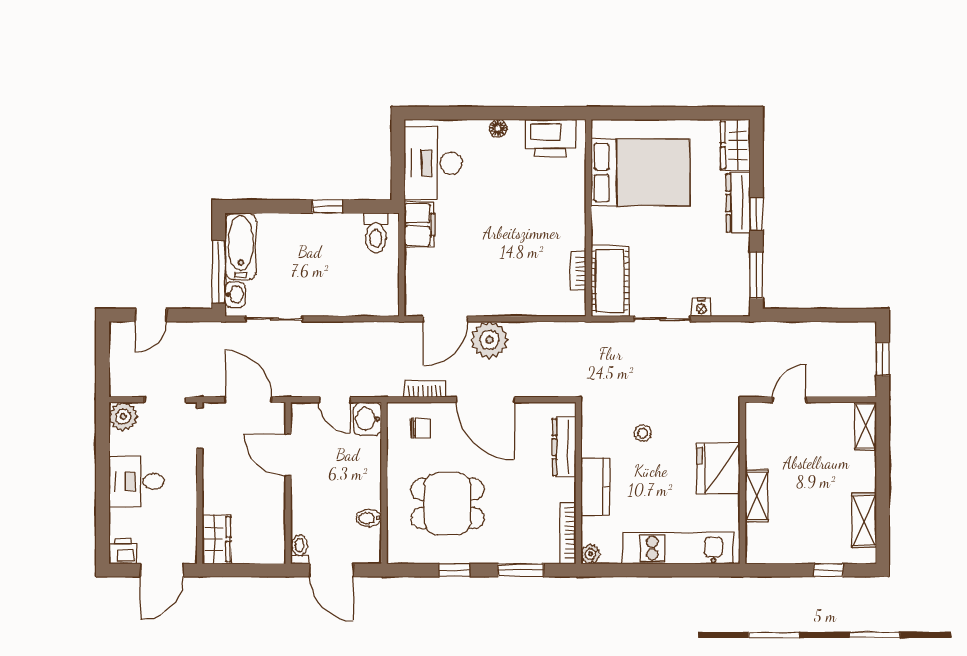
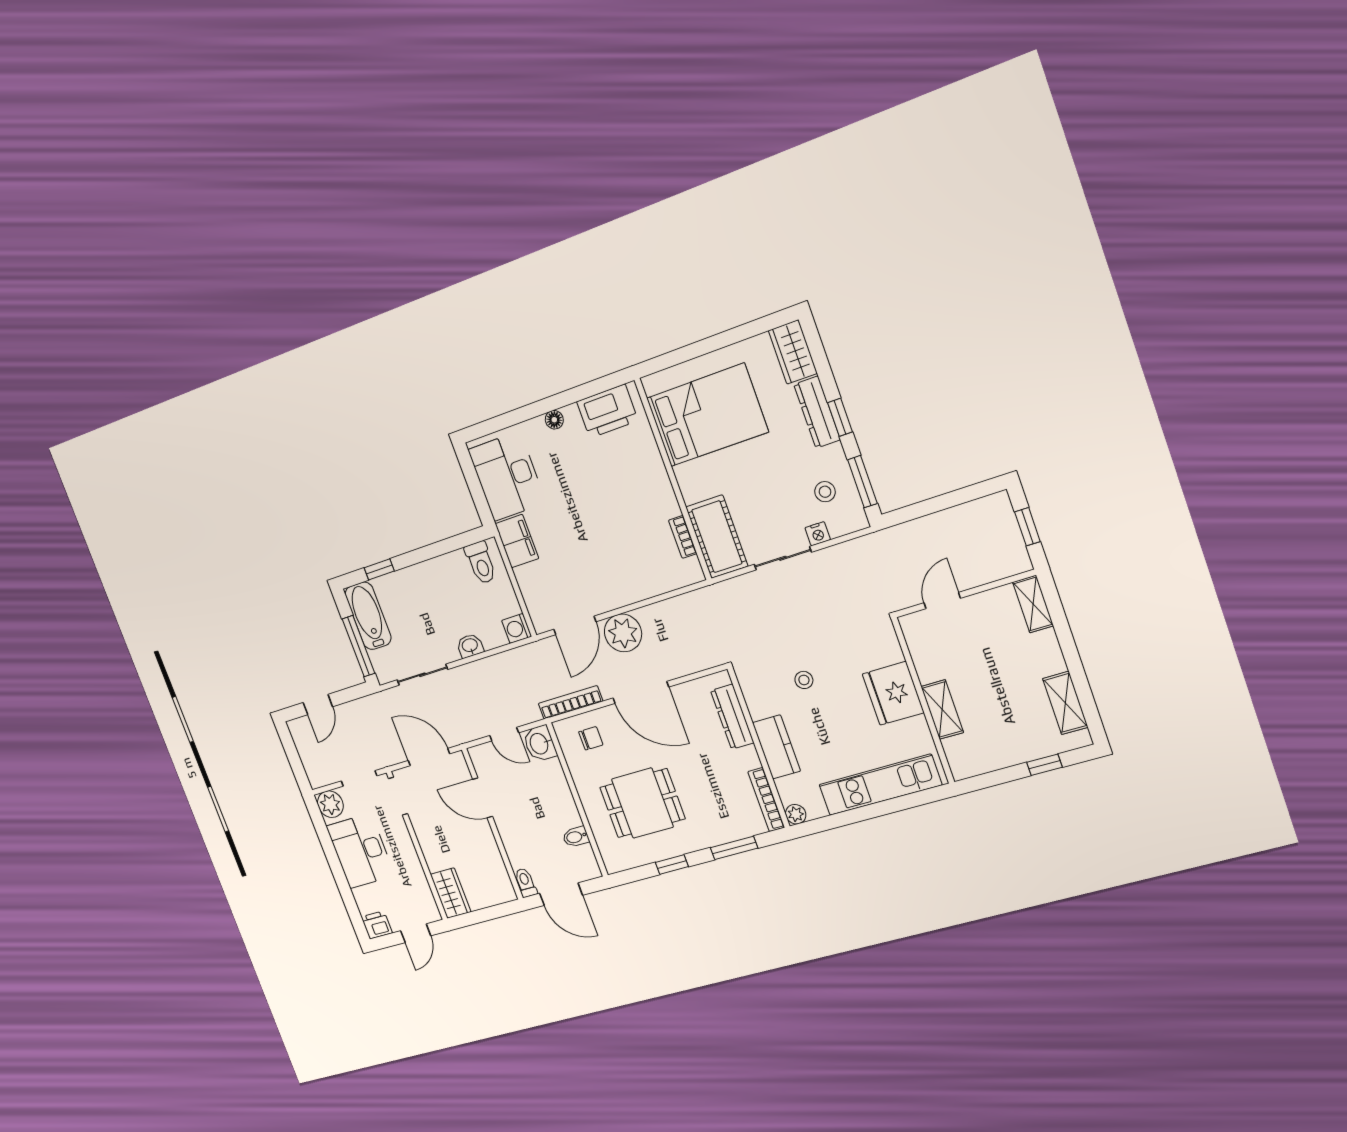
window: (327, 207) -> (379, 569), moved
stool: (721, 273) -> (825, 492), added
washbasin: (235, 294) -> (470, 646), moved, turned -90
washing machine: (387, 304) -> (517, 628), added
bookcase: (425, 389) -> (570, 702), width x1.56
desk: (136, 481) -> (360, 851), width x1.37
door: (162, 570) -> (416, 933), width x0.73

